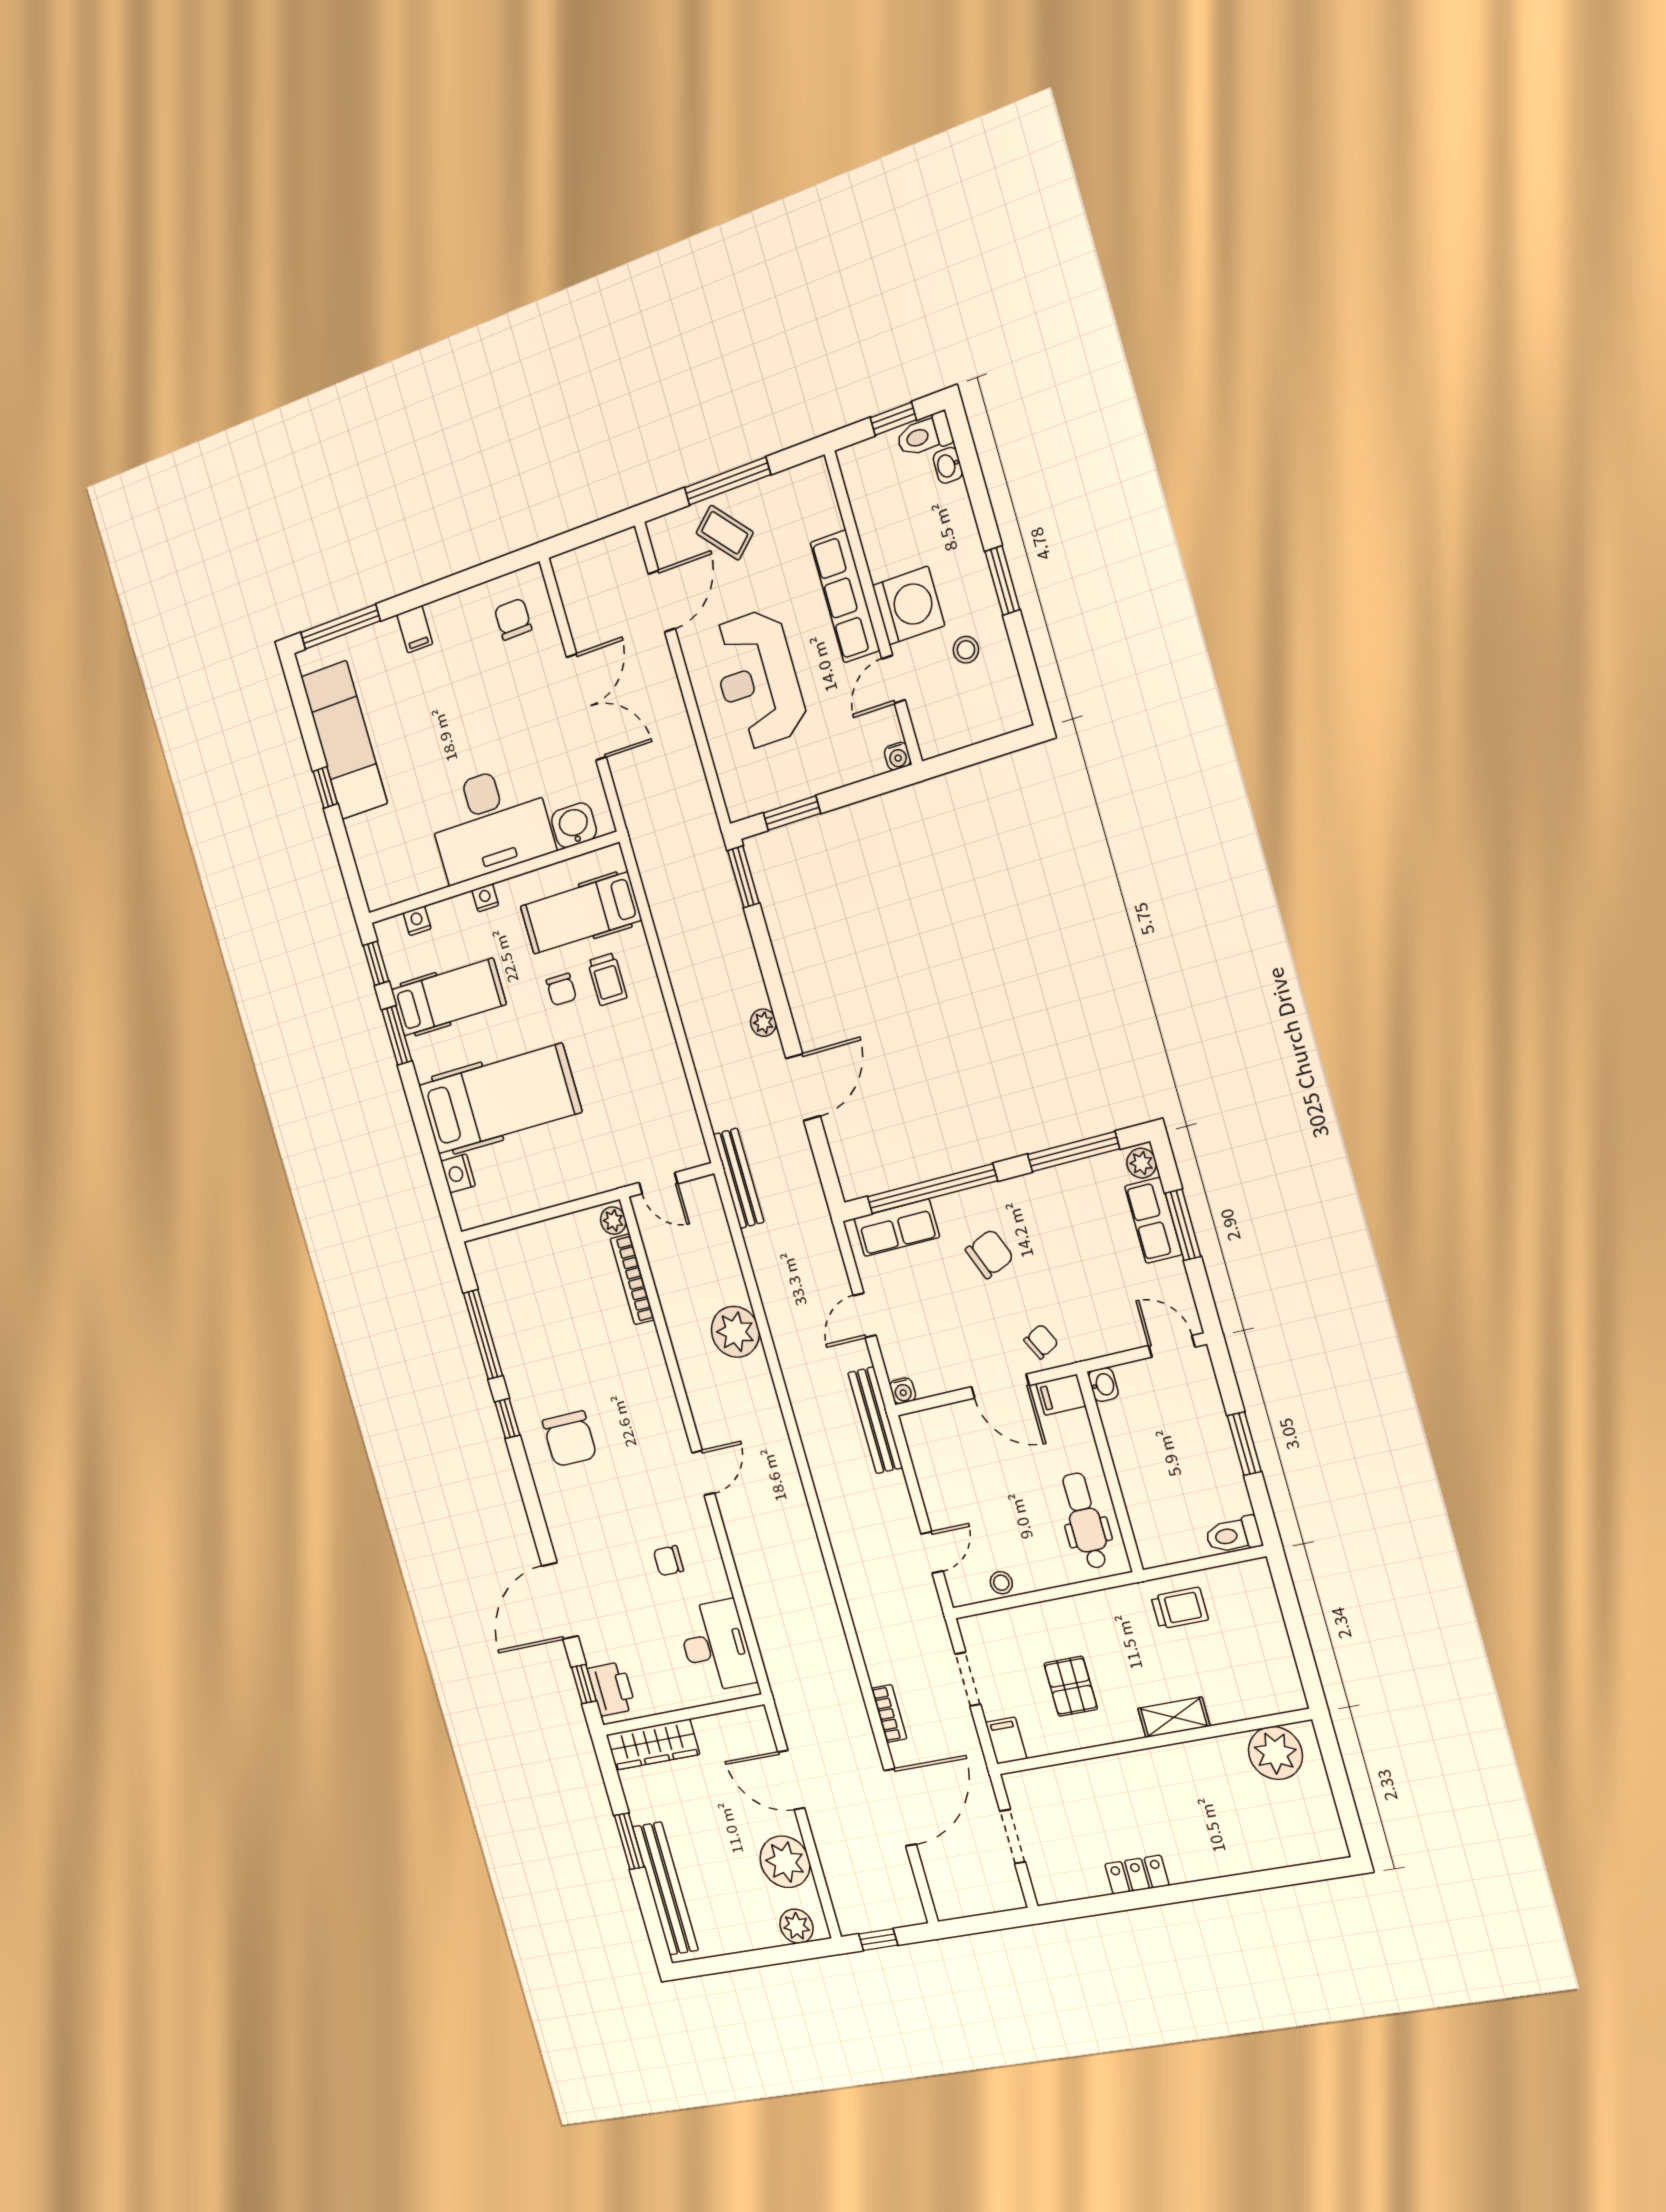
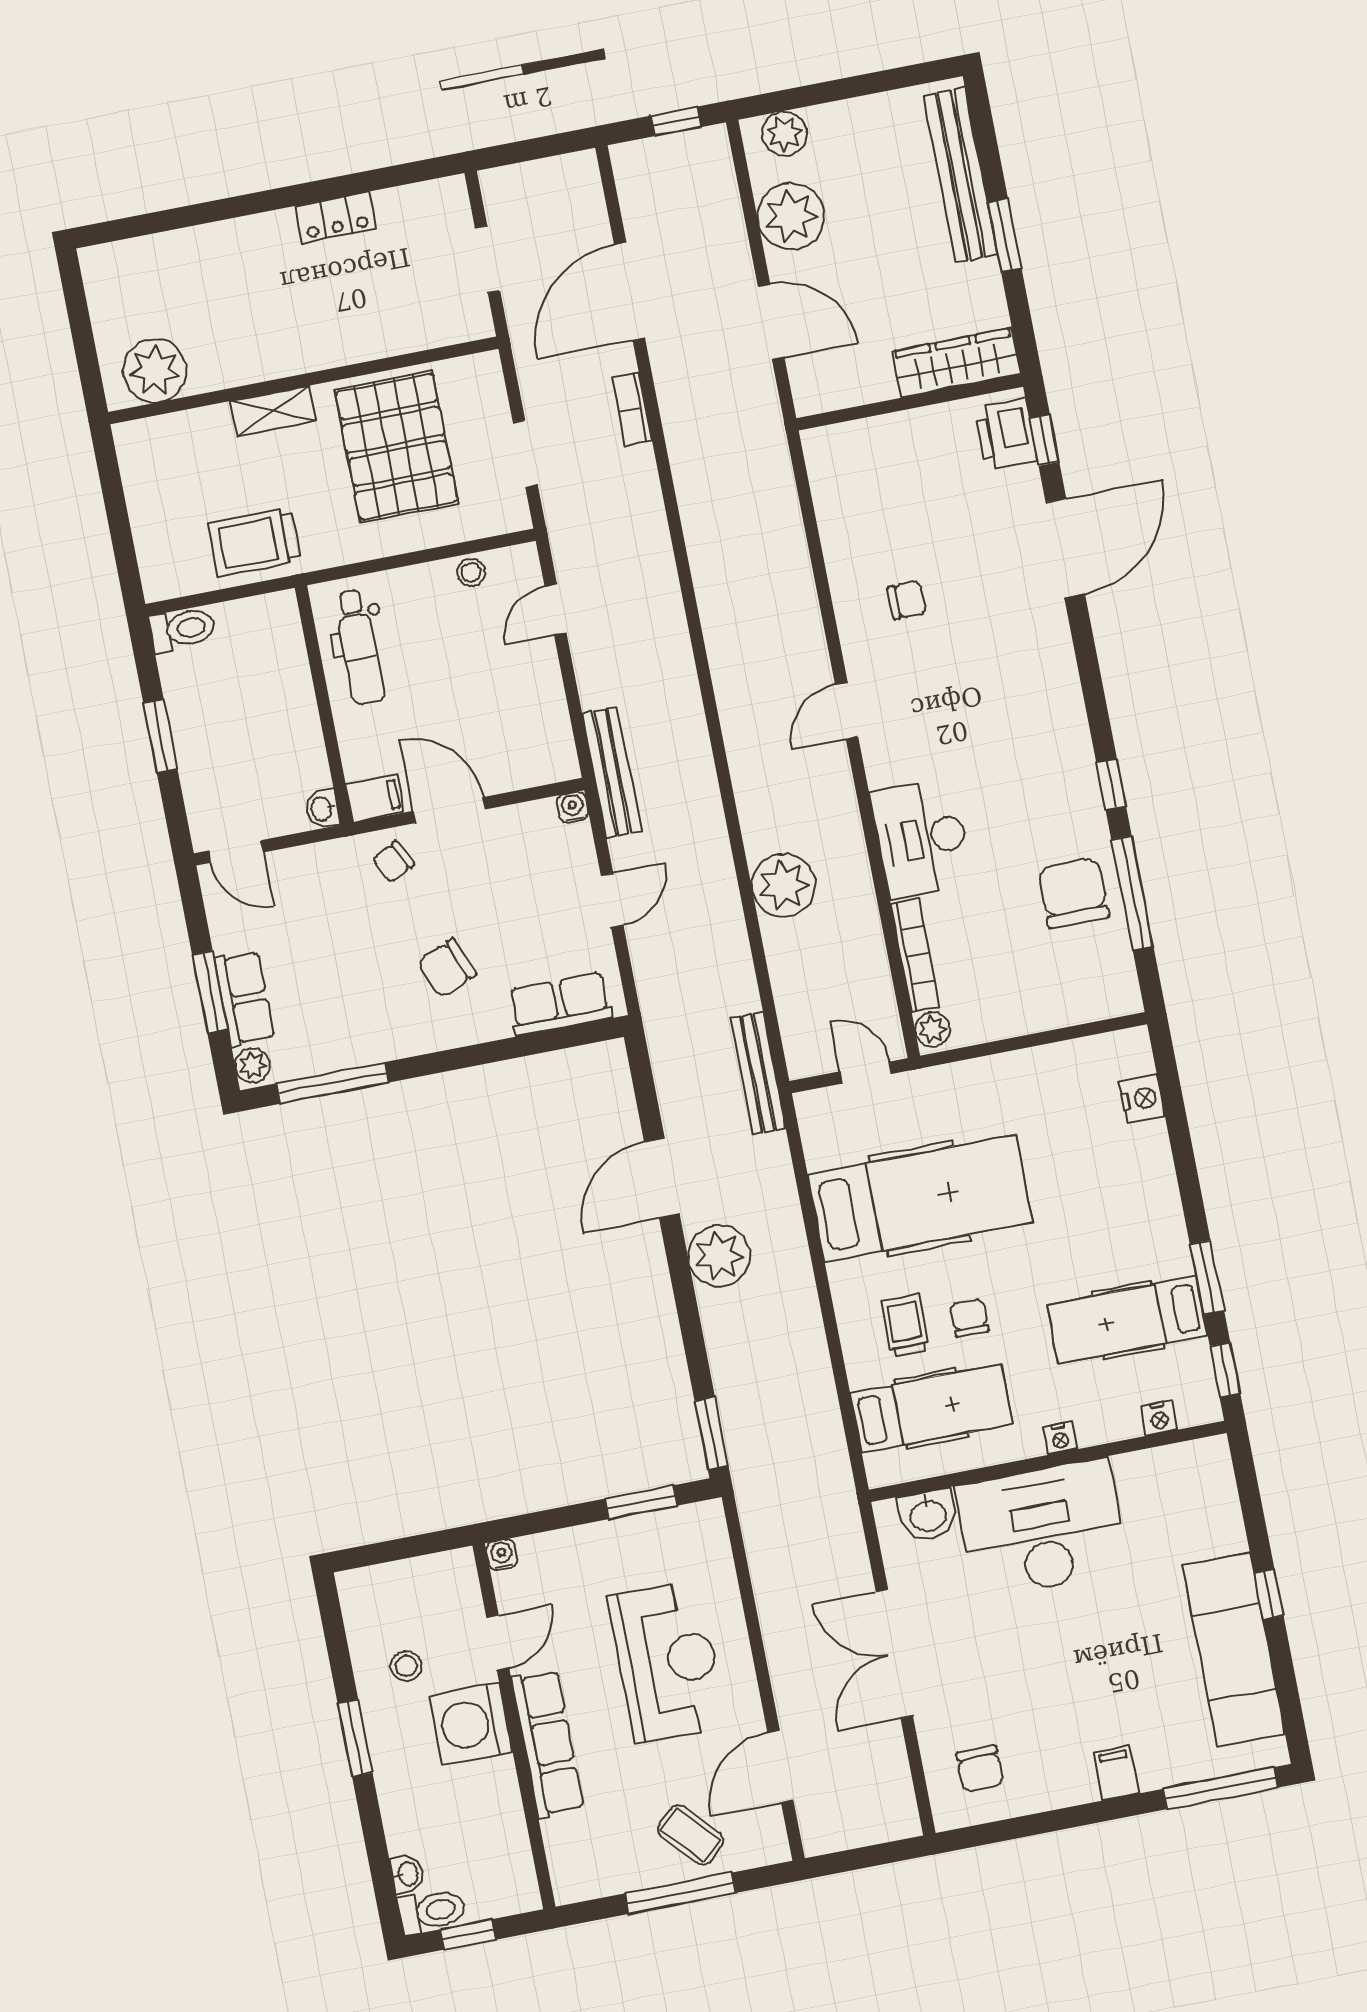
plant: (763, 1023) -> (719, 1256), width x1.87, depth x1.87
hospital bed: (500, 1099) -> (920, 1198), moved, turned 180
window: (932, 1189) -> (511, 1048), removed
chair: (570, 1439) -> (1073, 893), moved
trolley: (1180, 1608) -> (254, 542), width x1.36, depth x1.39
desk: (716, 1646) -> (922, 839), moved
pallet: (1071, 1686) -> (396, 447), width x2.05, depth x2.00
filing cabinet: (1006, 1740) -> (484, 378), removed

